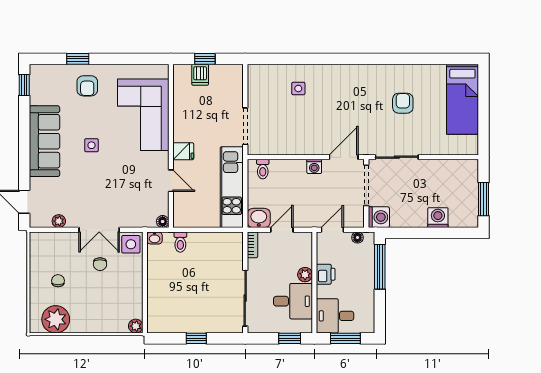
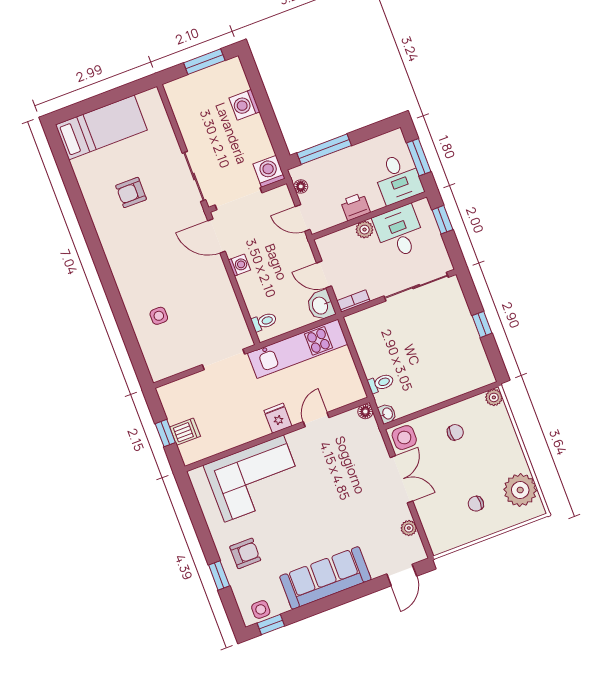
side table: (92, 145) -> (261, 609), moved
chair: (100, 264) -> (455, 432), moved

